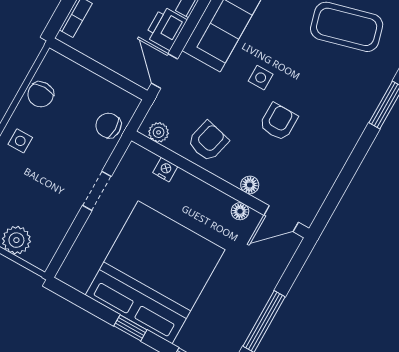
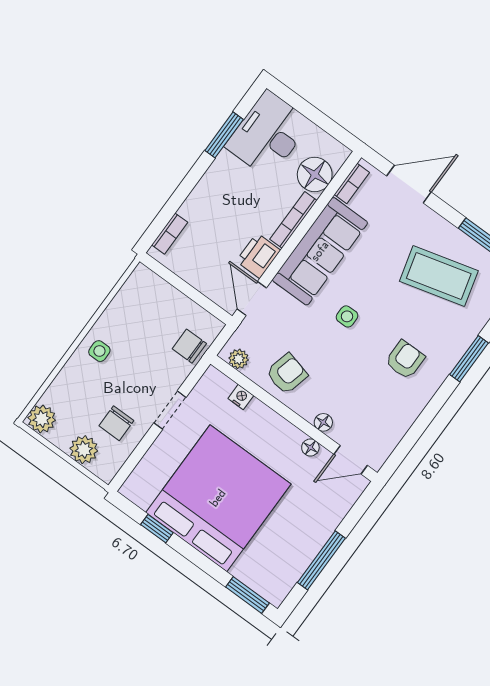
chair: (41, 94) -> (116, 423), moved
armchair: (278, 122) -> (405, 360), moved
window: (130, 328) -> (157, 529), moved

